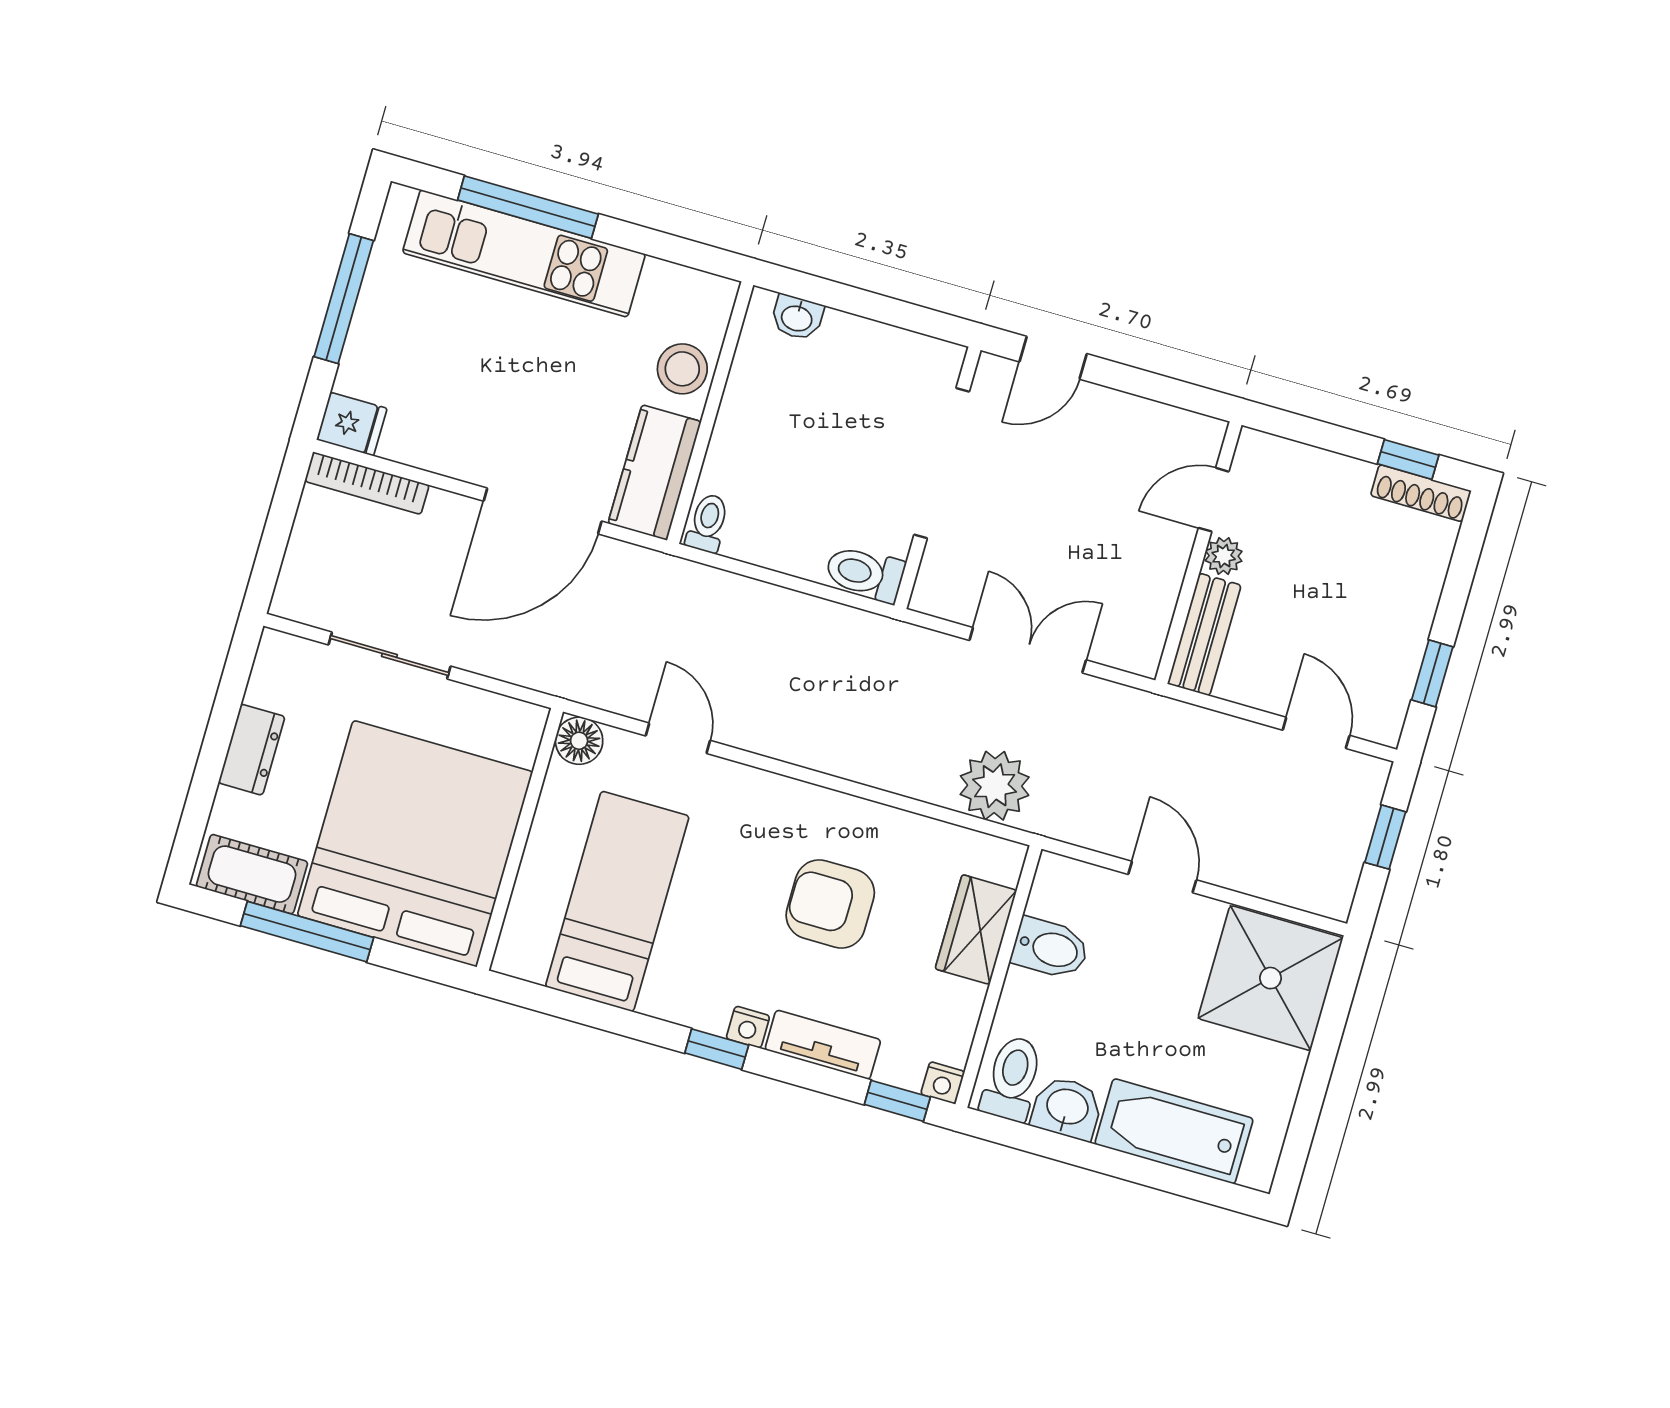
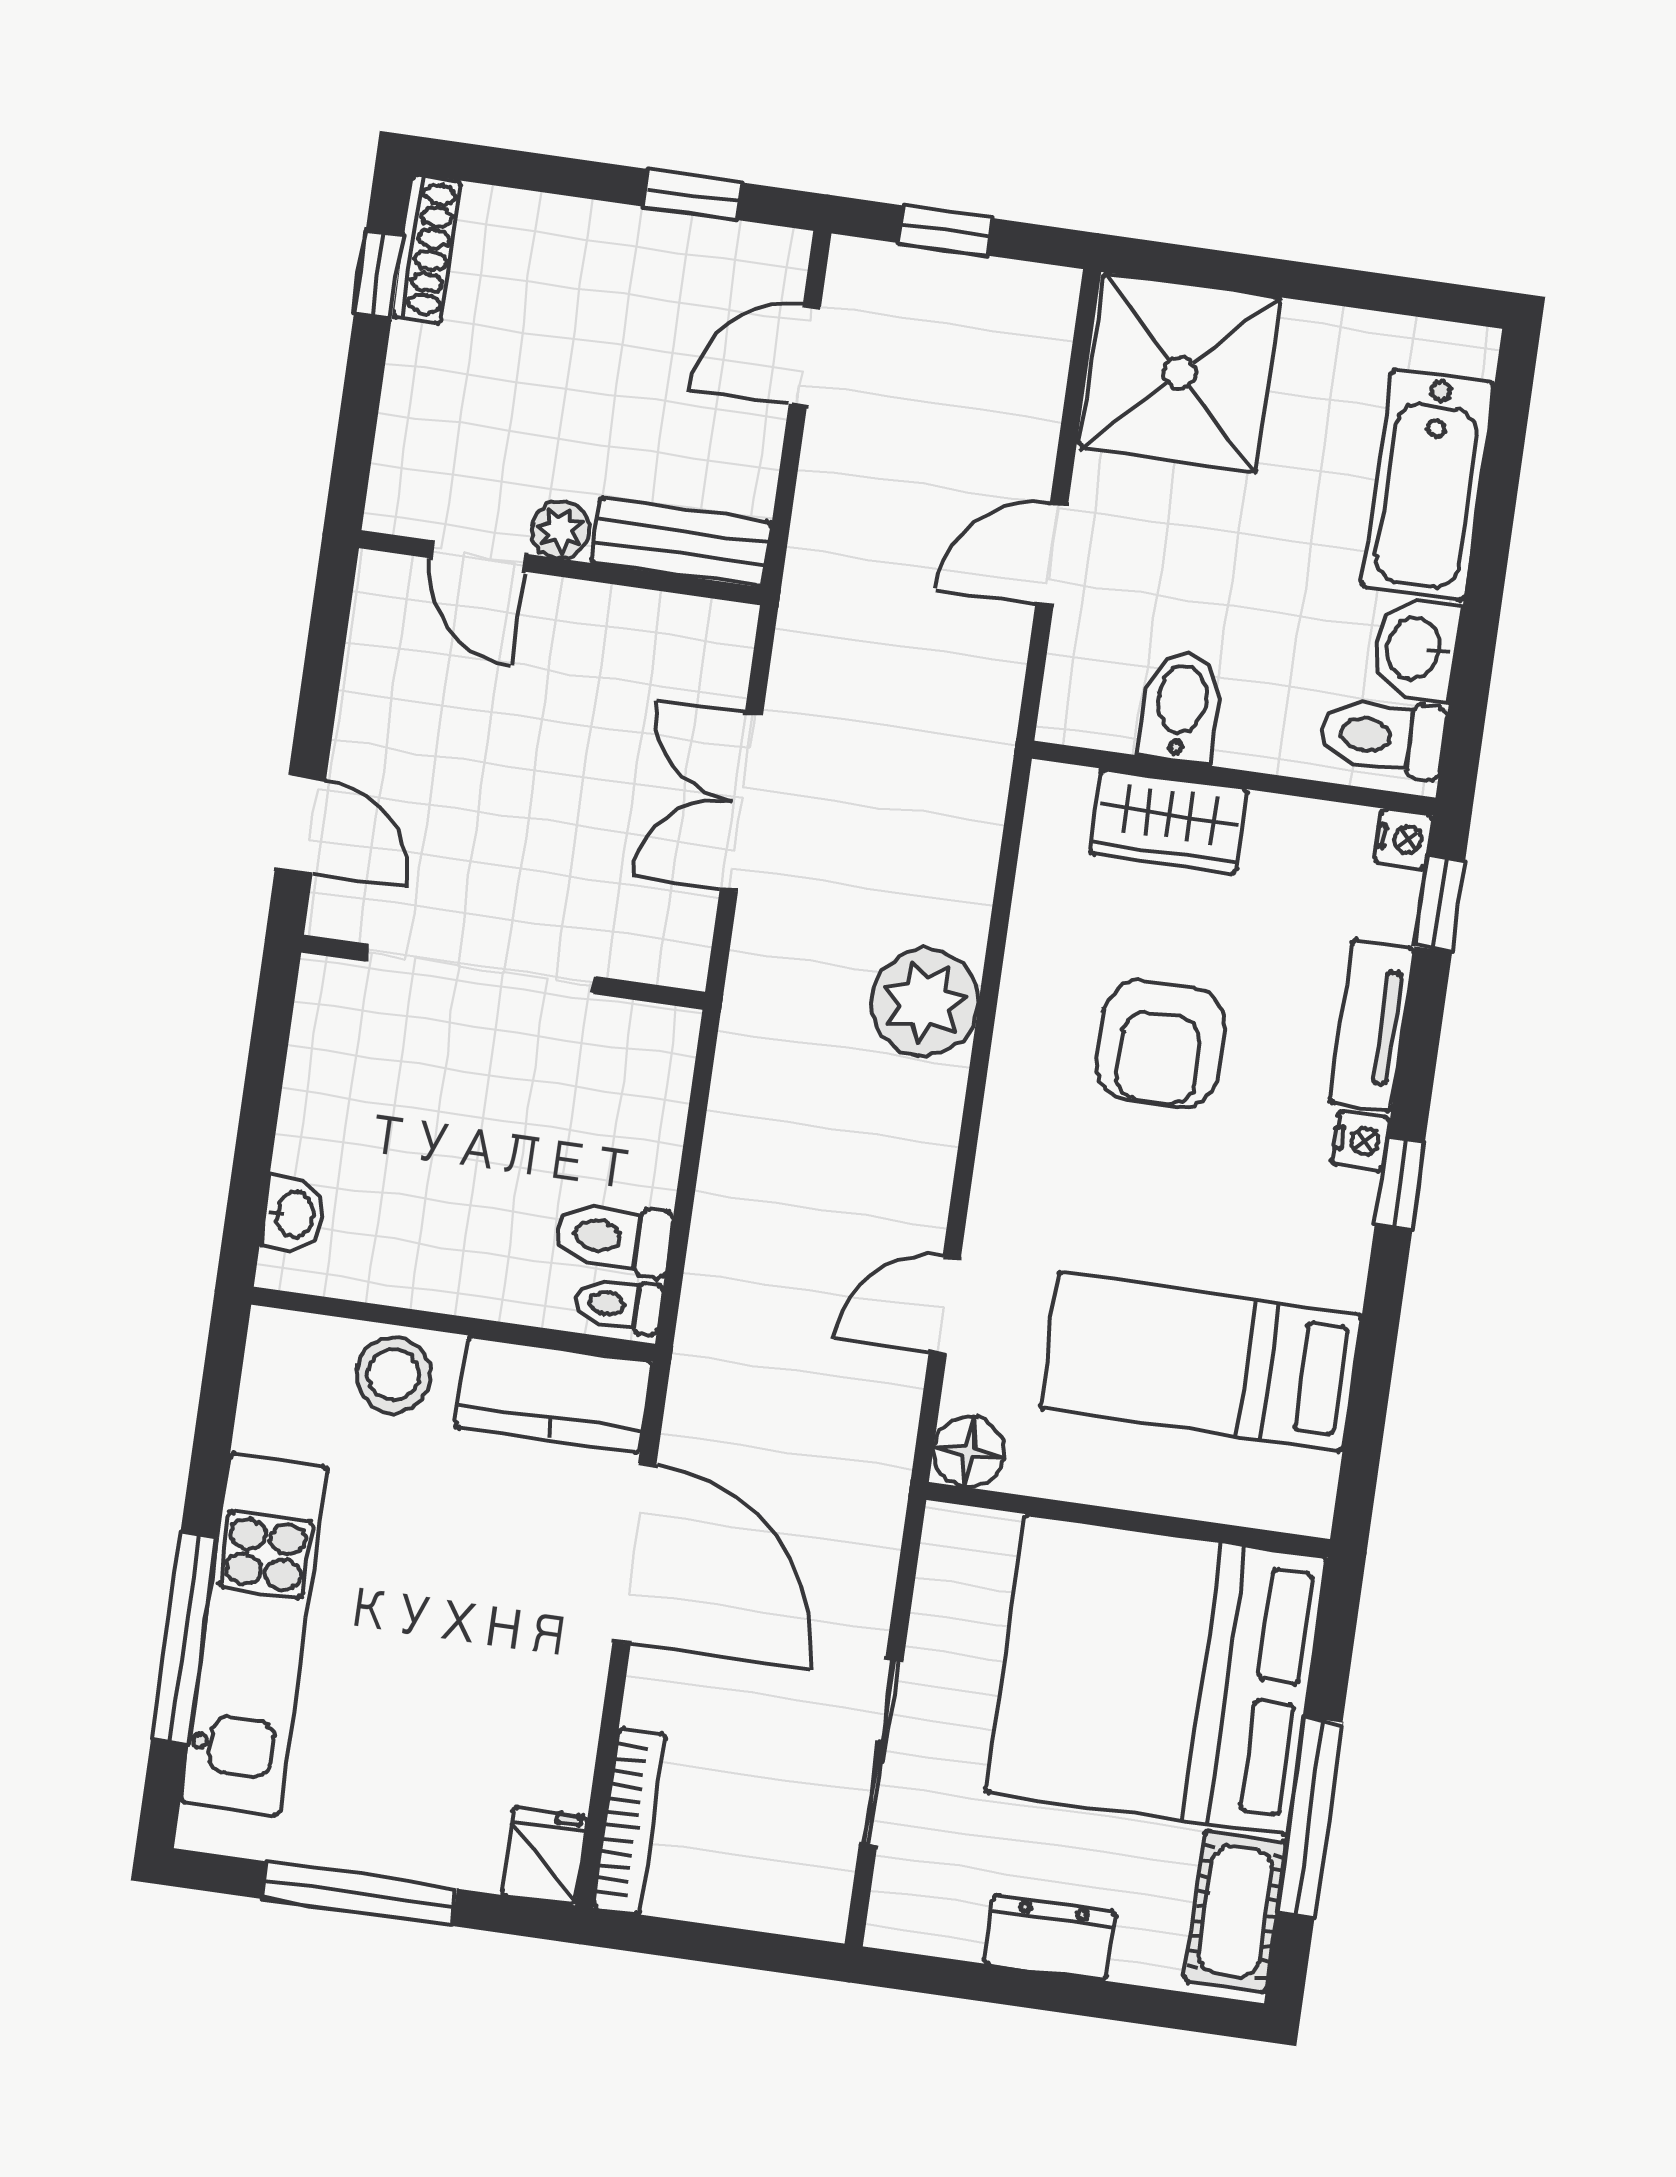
toilet: (865, 573) -> (613, 1238), moved, turned 90
plant: (995, 786) -> (925, 1002), moved

